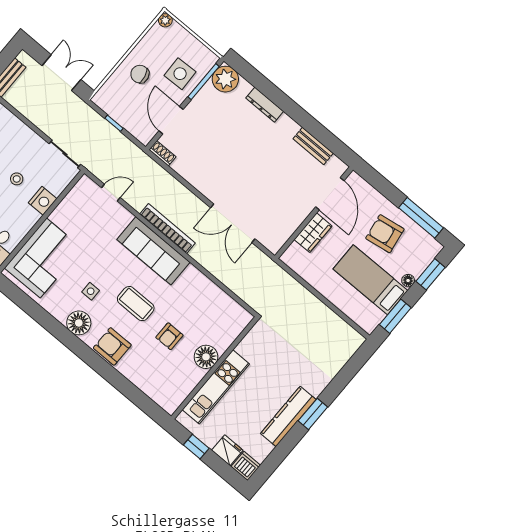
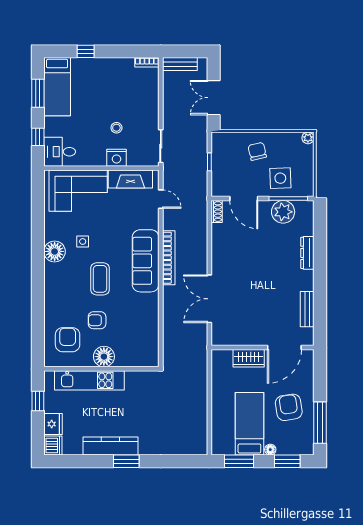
double door: (61, 73) -> (214, 98), swing flipped
plant: (225, 79) -> (283, 212), moved
door: (171, 120) -> (244, 199), swing flipped
fireplace: (71, 204) -> (130, 179), added
armchair: (112, 346) -> (68, 340), moved

